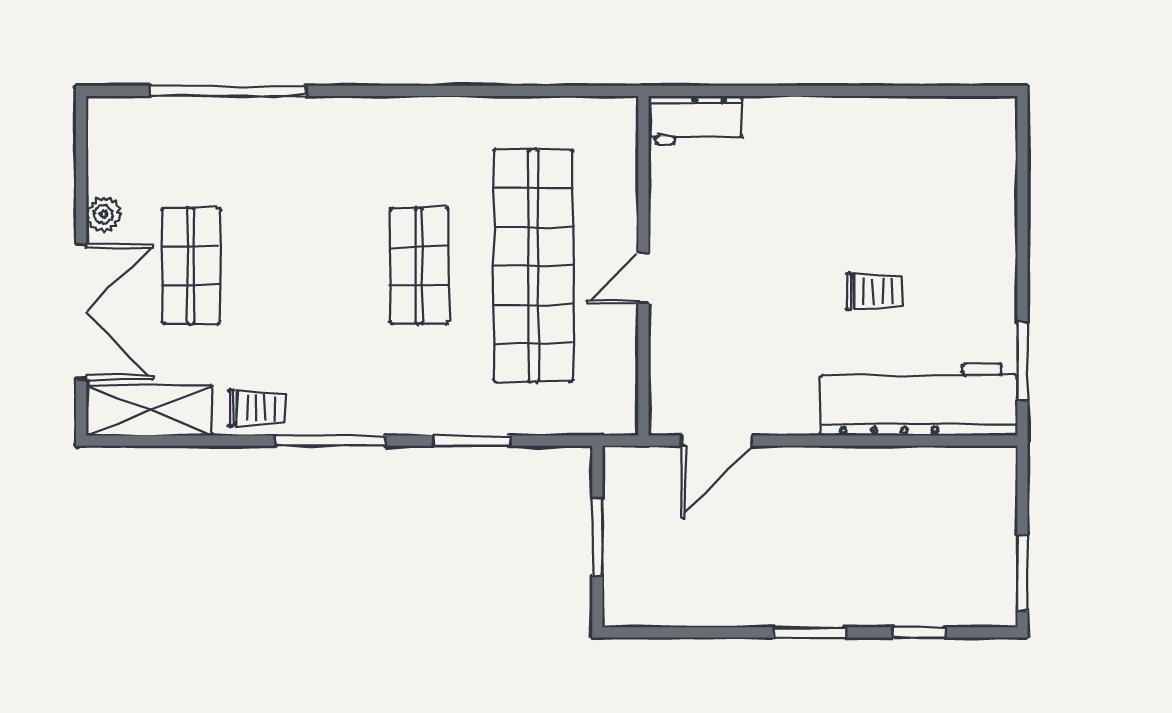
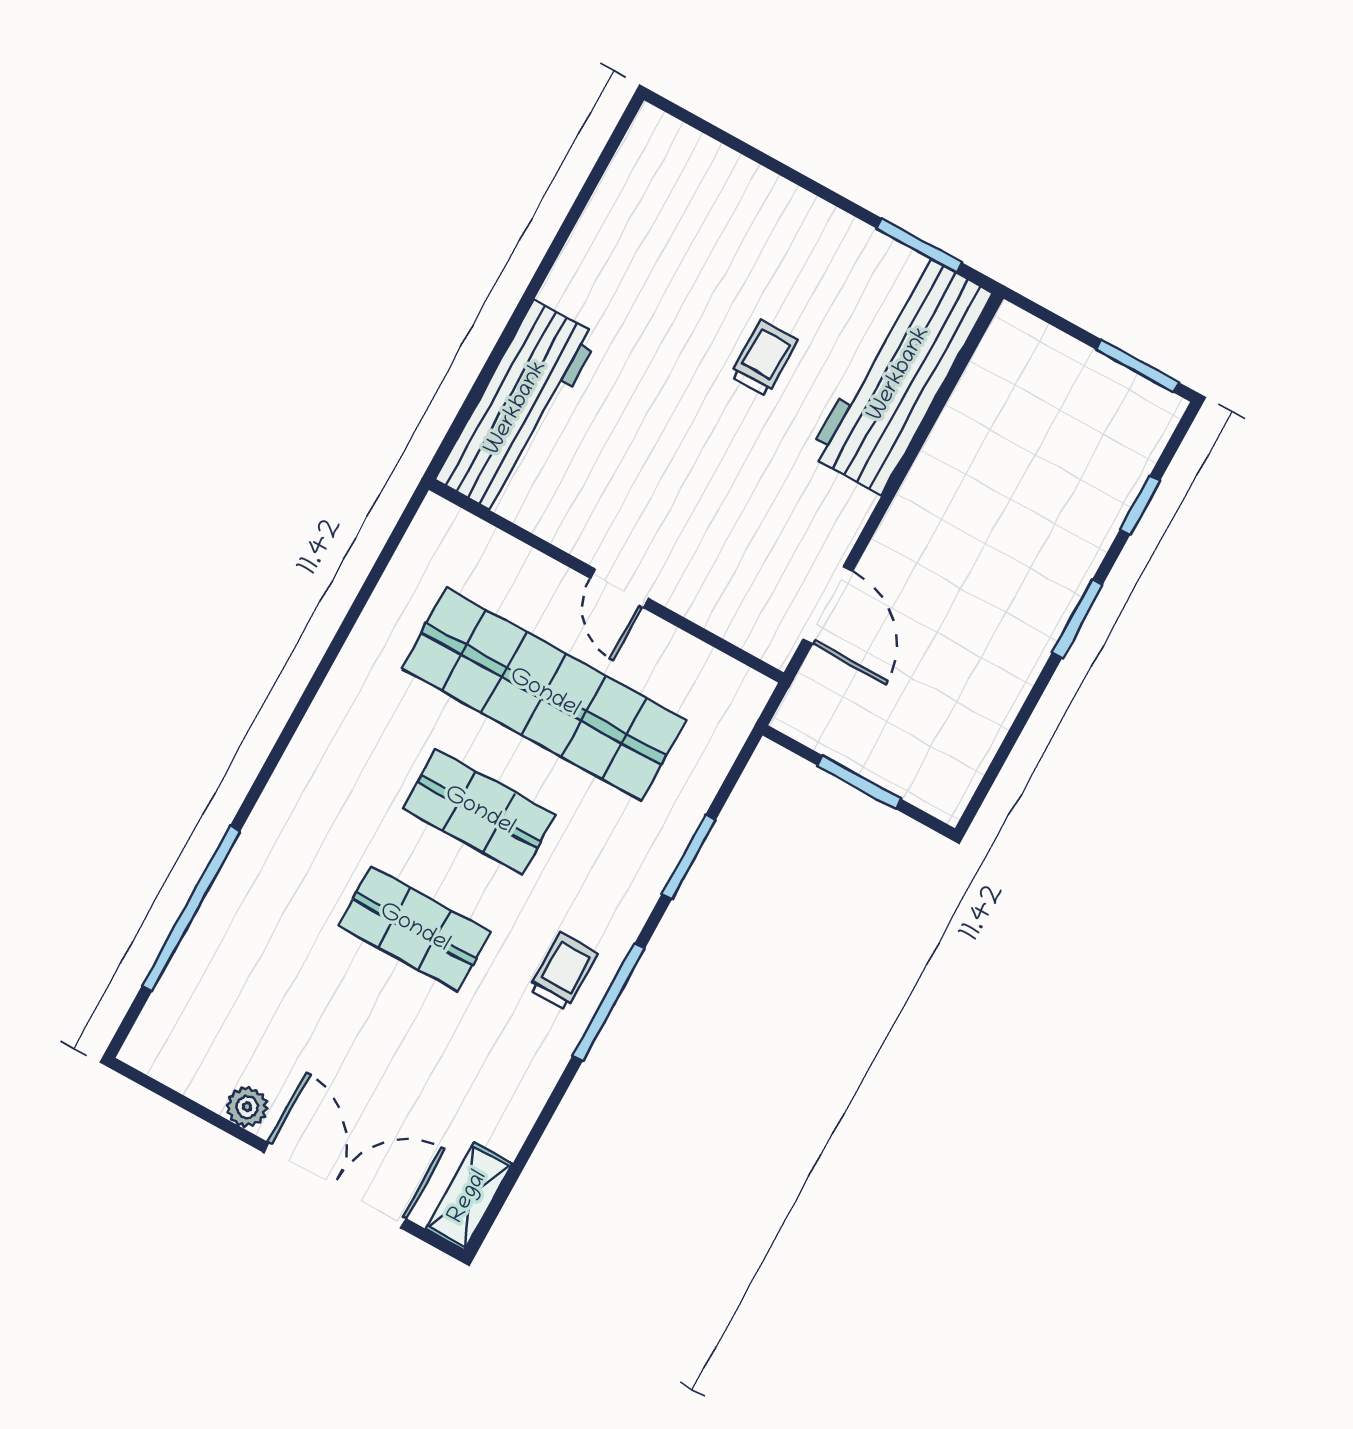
workbench: (695, 120) -> (517, 408), width x1.88, depth x1.32
shop shelf: (191, 266) -> (414, 929), moved
trolley: (257, 408) -> (563, 971), moved
shelving: (149, 410) -> (469, 1197), width x0.67, depth x0.75

